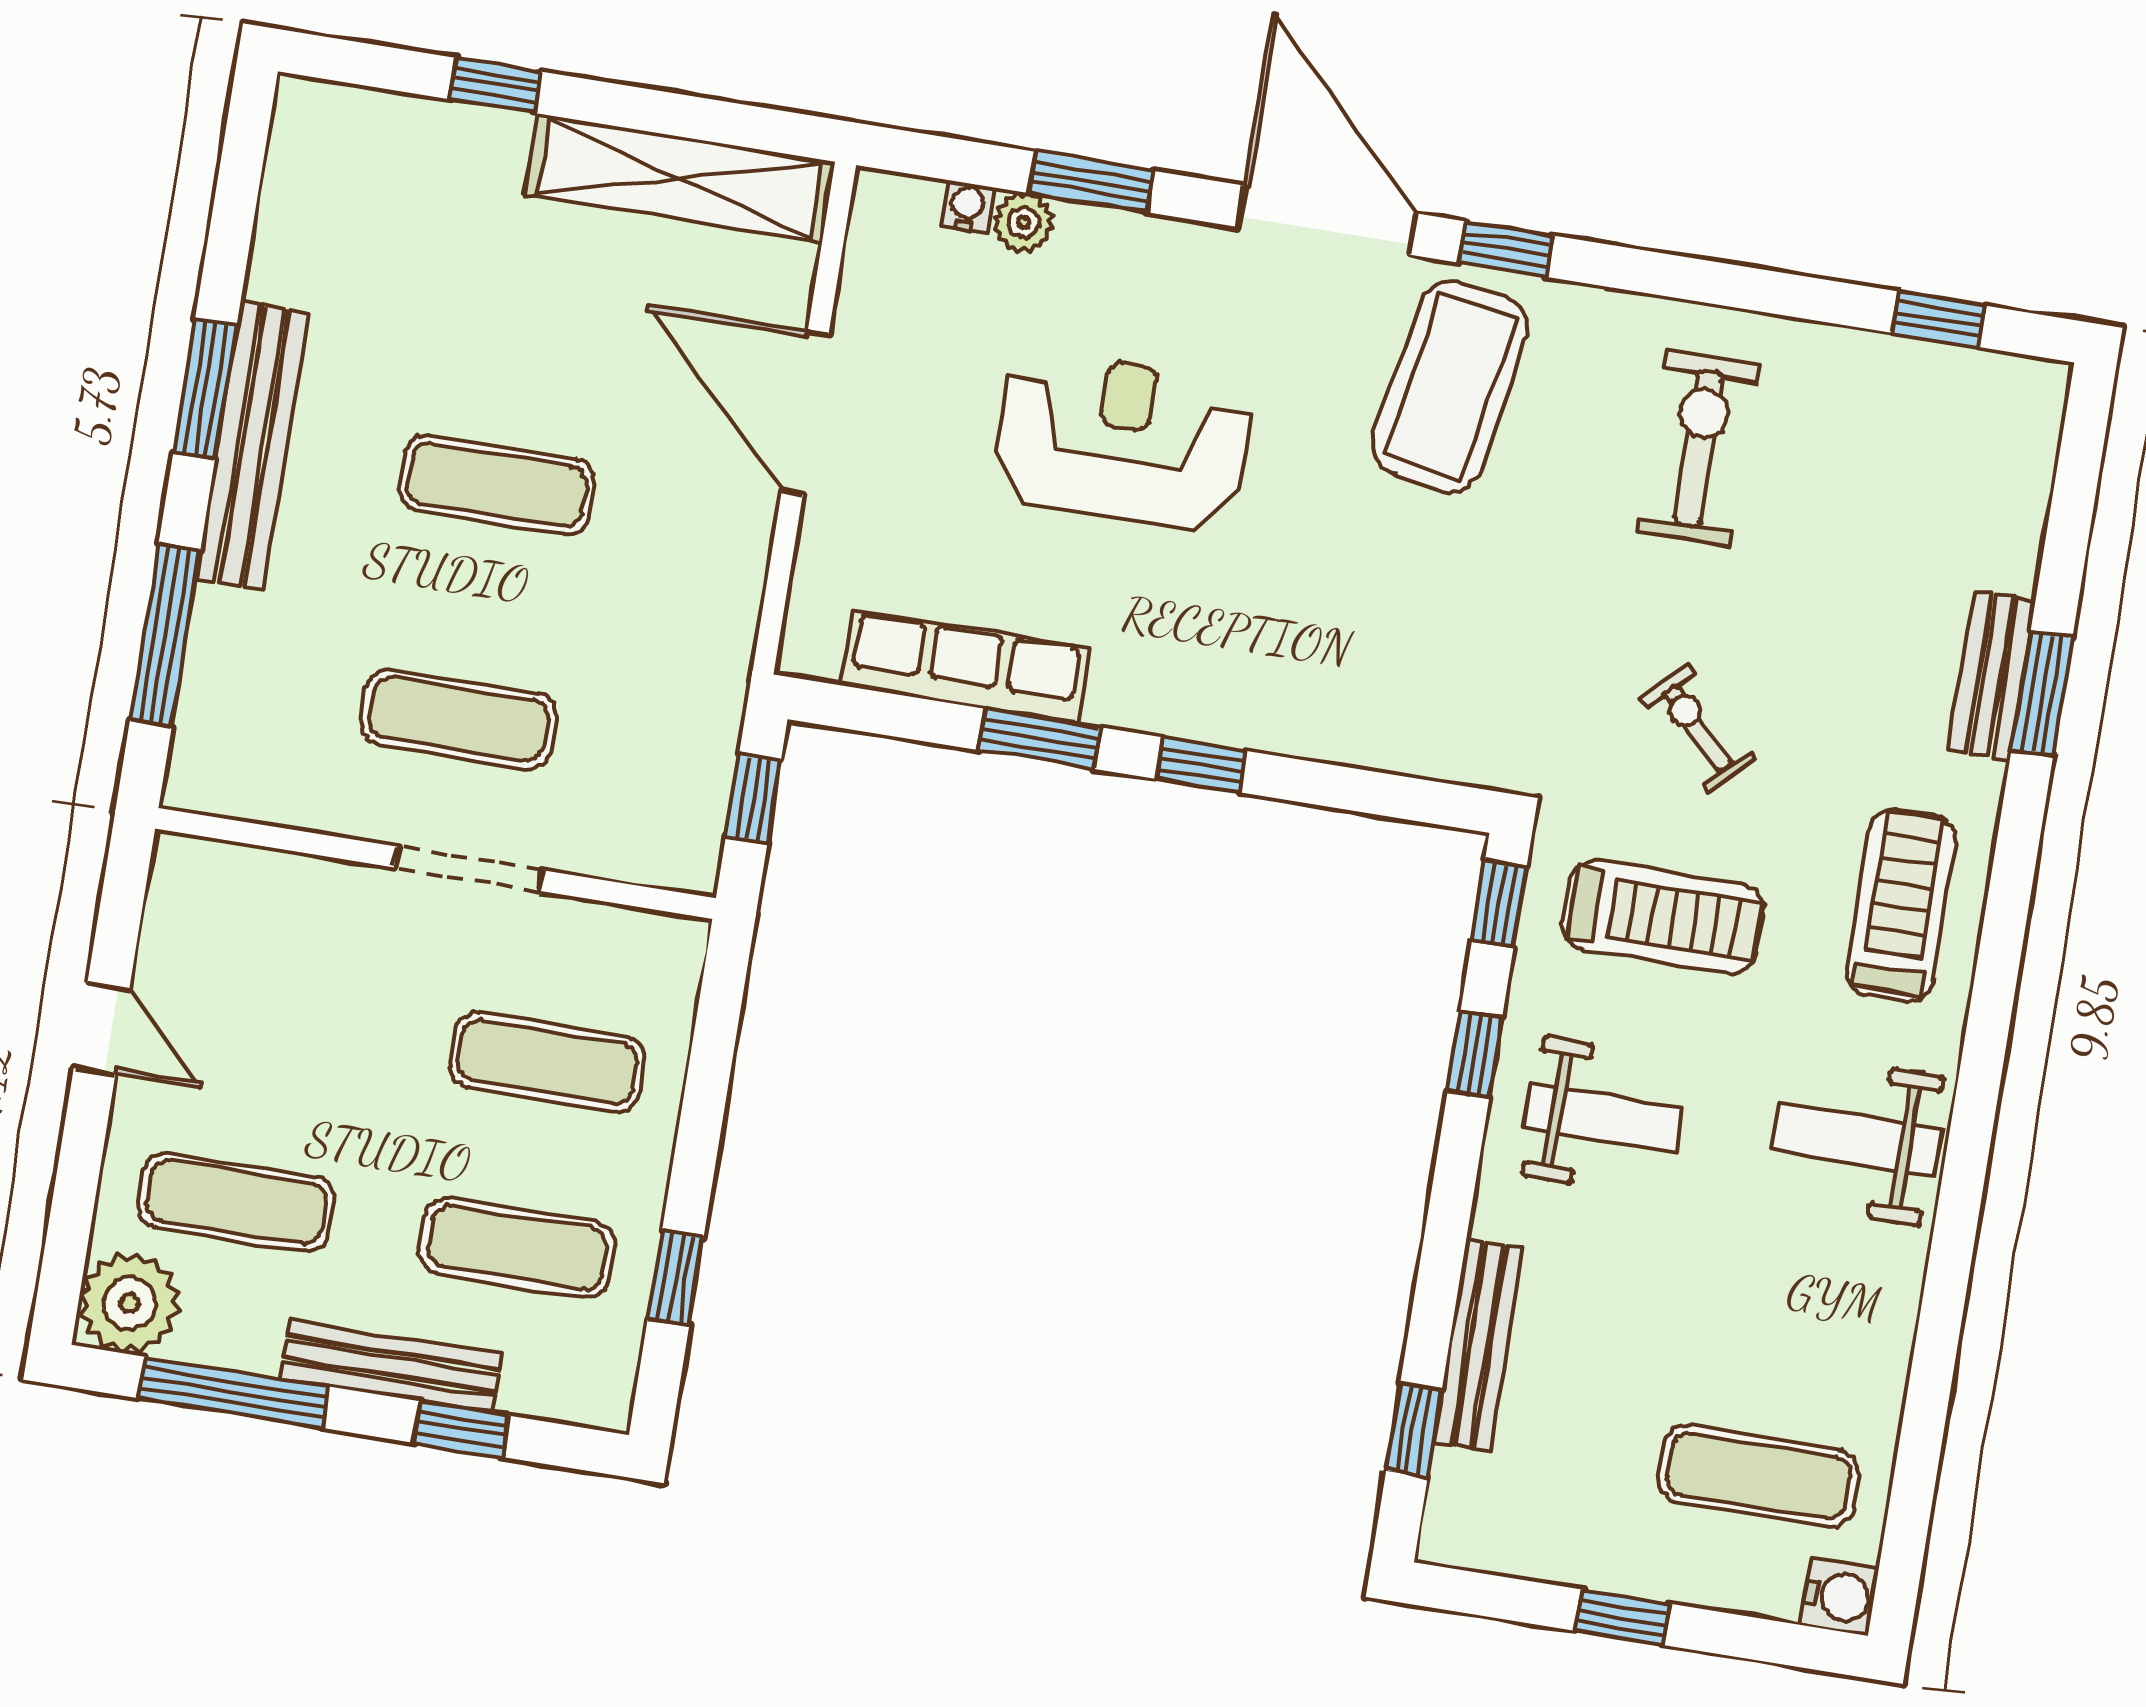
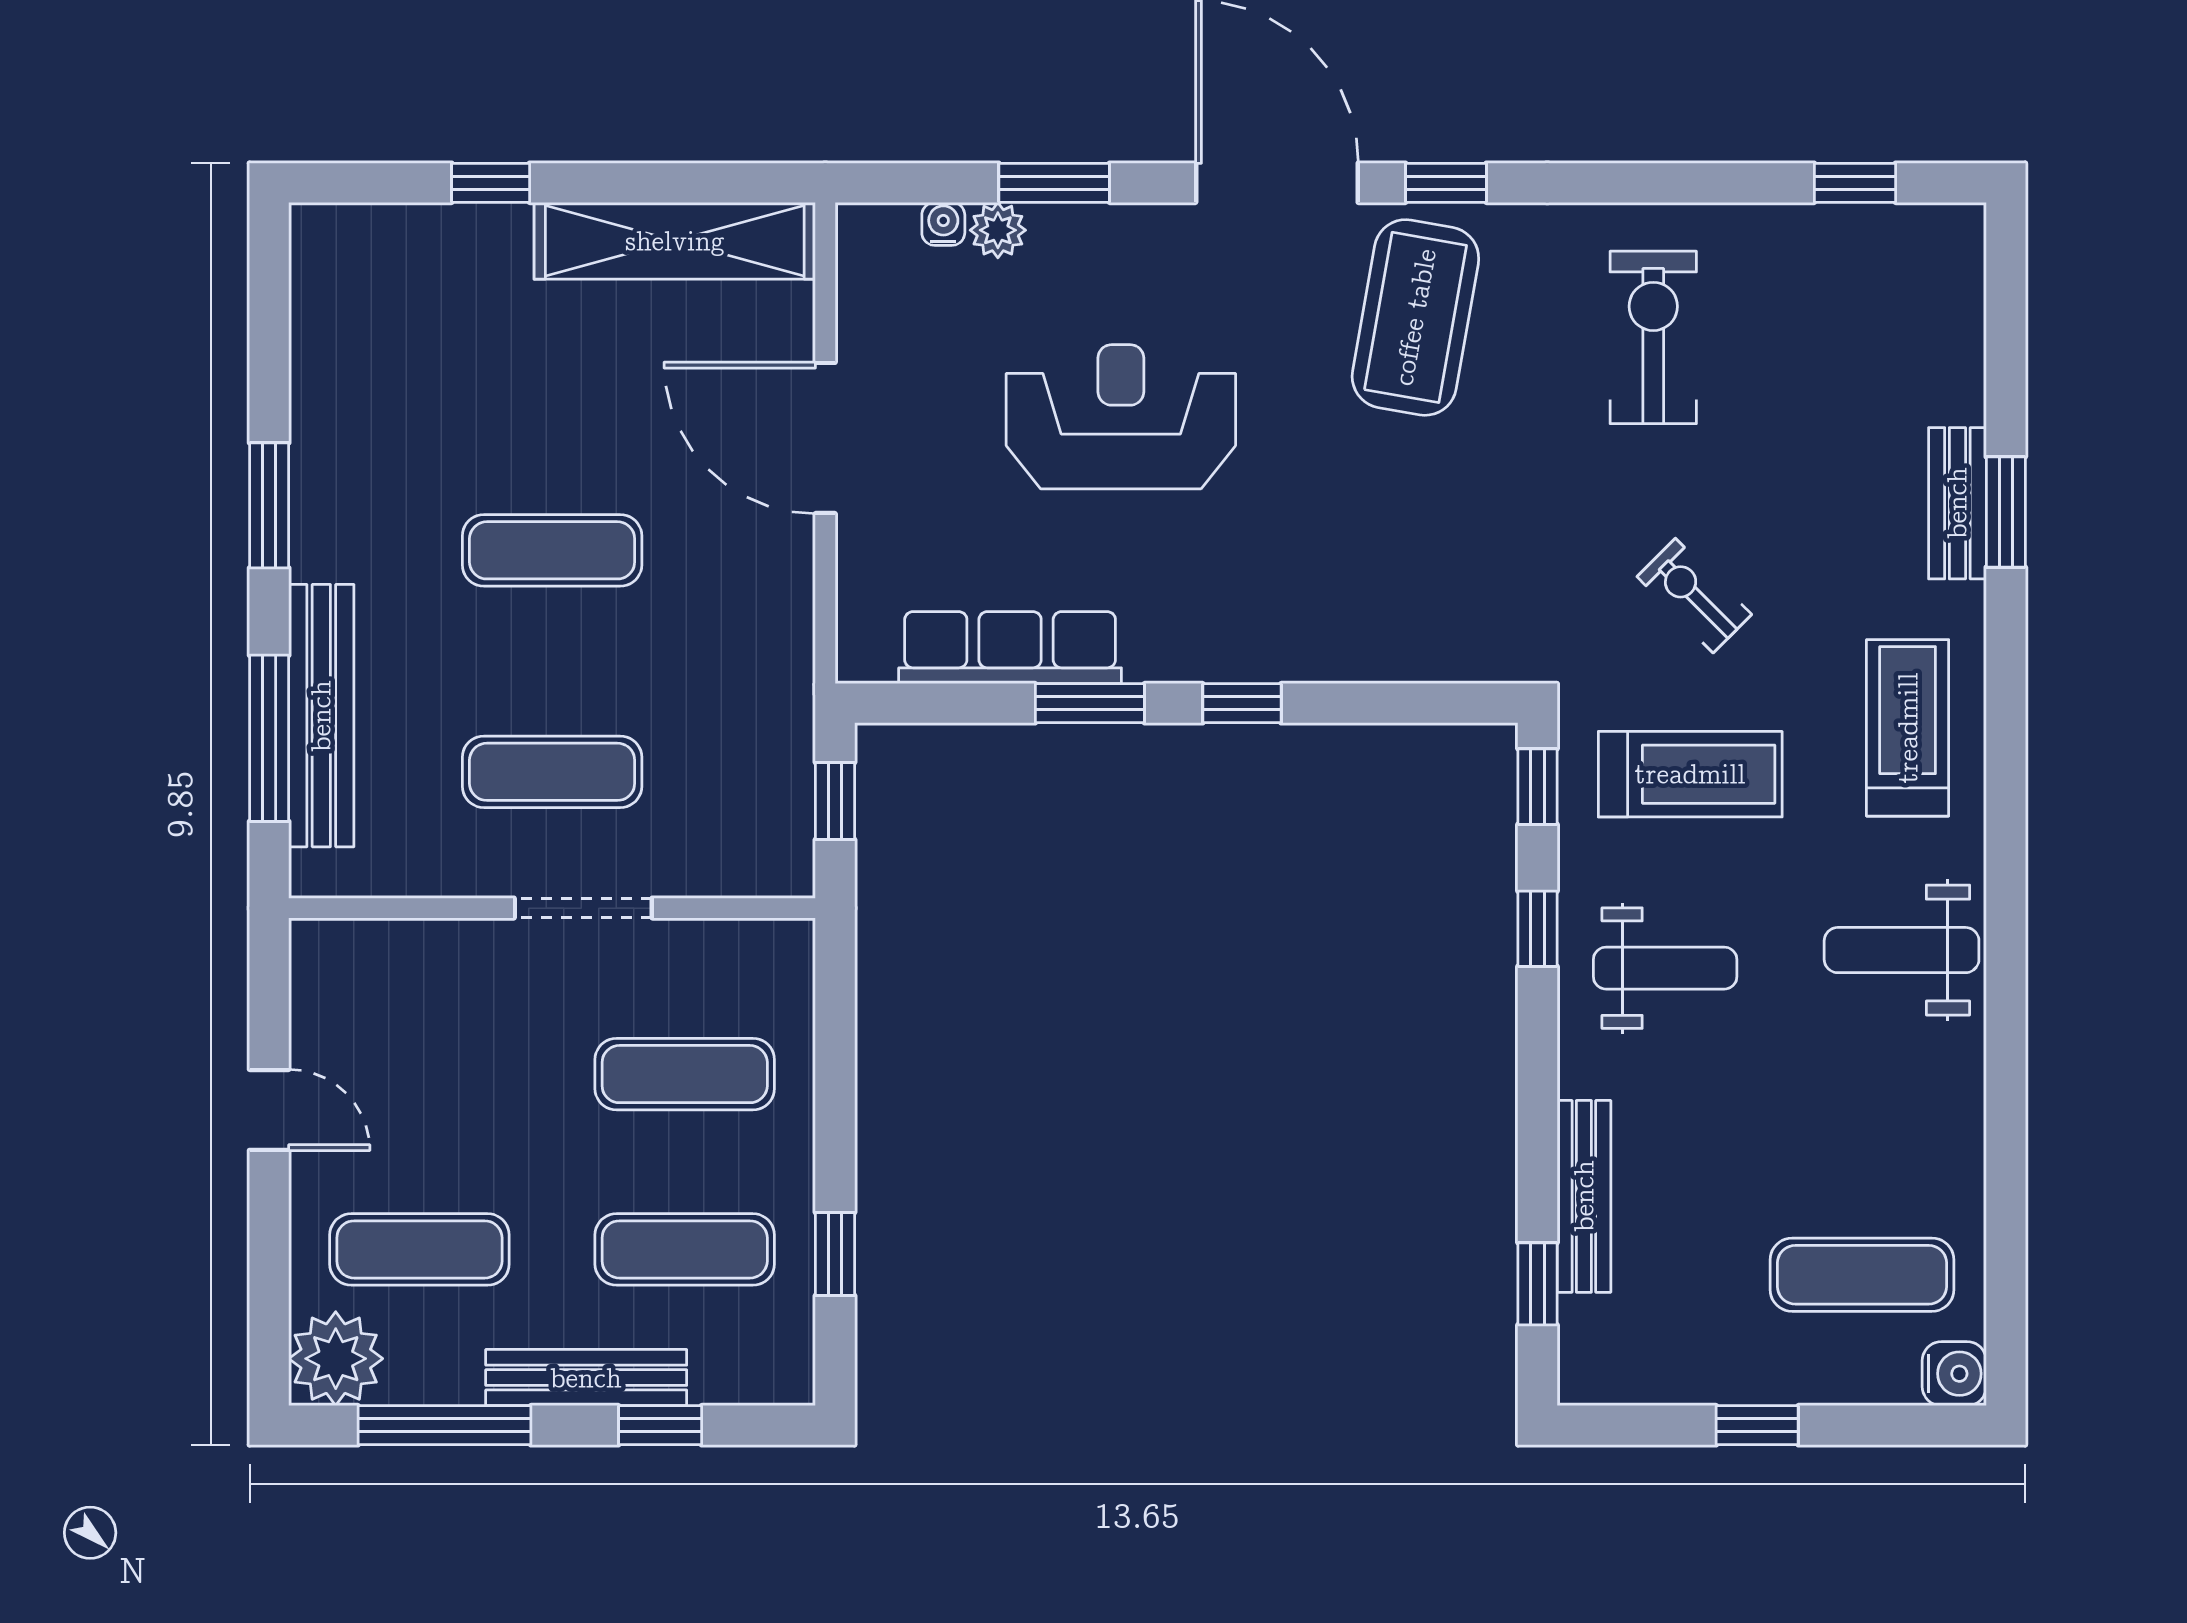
bench: (252, 446) -> (321, 716), moved

